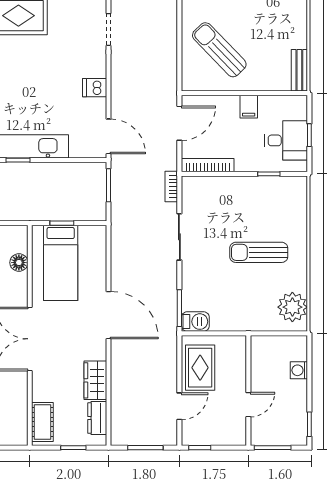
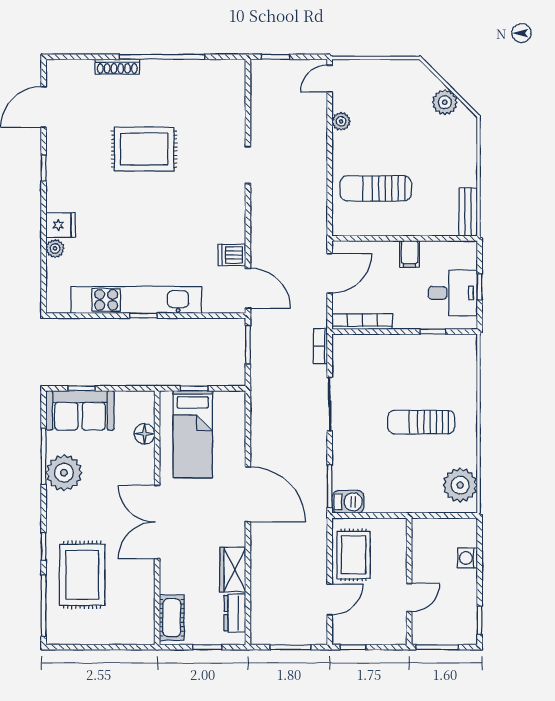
sun lounger: (219, 50) -> (376, 188), turned -46
dishwasher: (95, 88) -> (232, 255), moved

